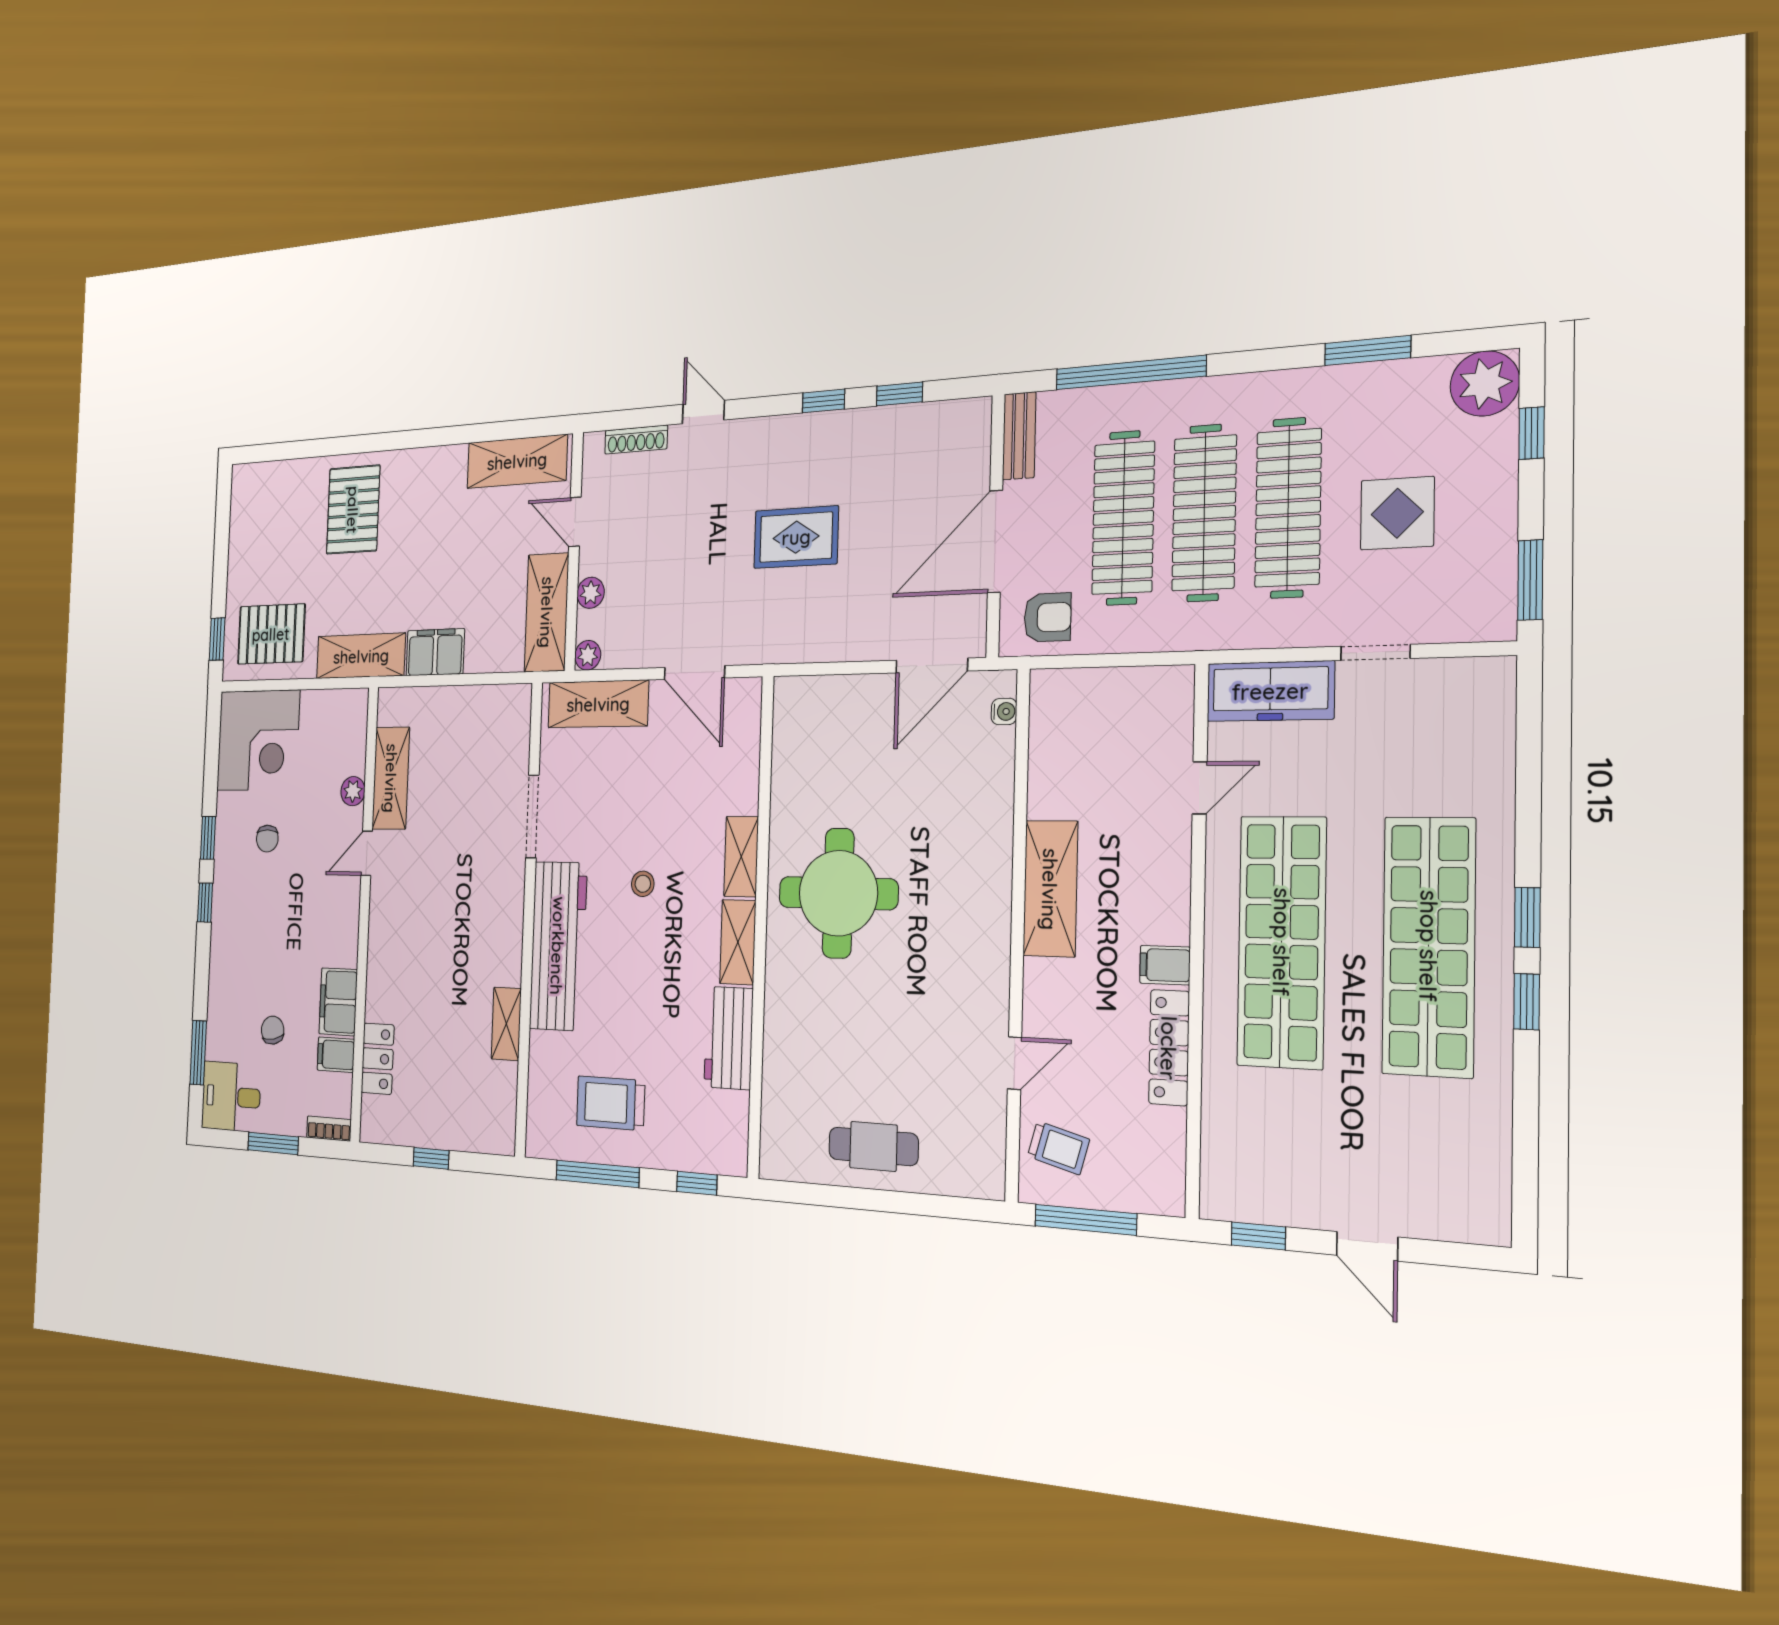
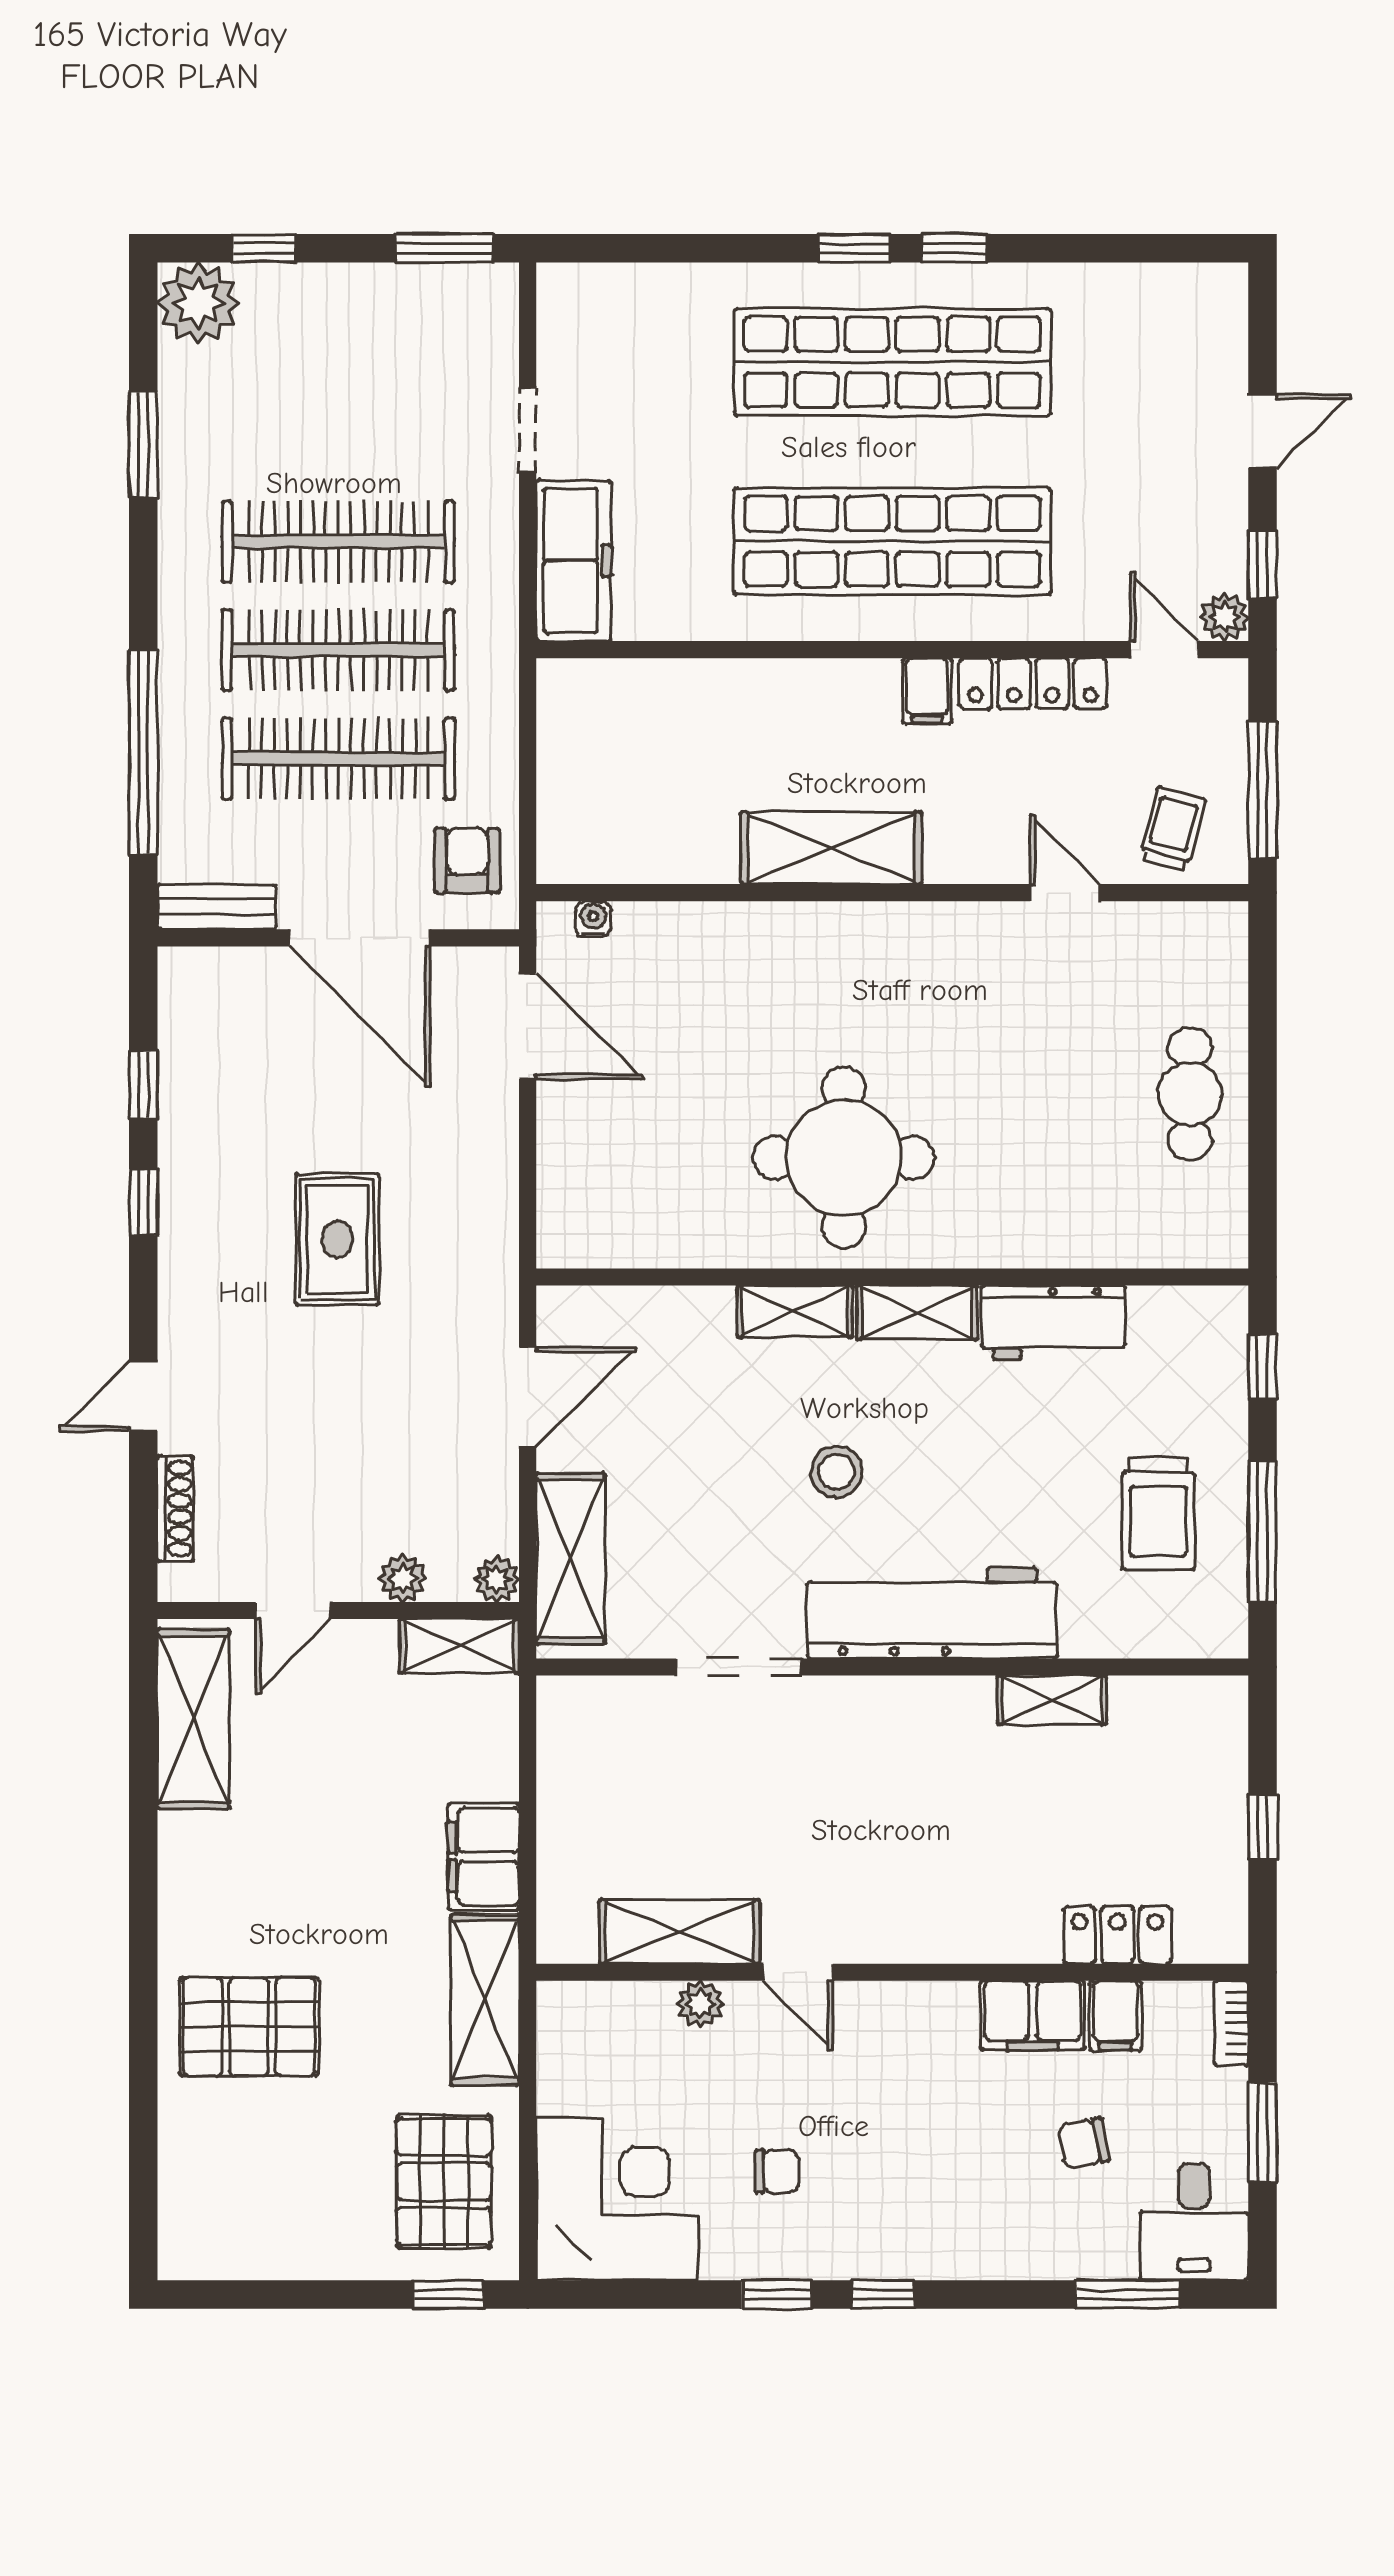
display table: (1397, 513) -> (353, 406), removed
shelving: (547, 612) -> (459, 1646), width x0.67, depth x0.75
door: (1200, 788) -> (1164, 650), moved
stool: (643, 884) -> (837, 1472), width x1.37, depth x1.37
plant: (1217, 1202) -> (1224, 617), added

